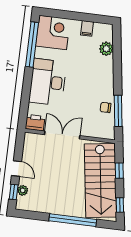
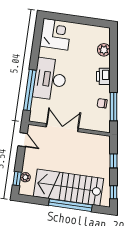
filing cabinet: (87, 28) -> (87, 31), removed
window: (32, 44) -> (30, 90), moved
printer: (35, 123) -> (103, 76), moved, turned -98
door: (16, 169) -> (23, 140), moved
stairs: (100, 180) -> (69, 187), moved, turned 98

